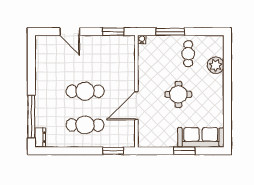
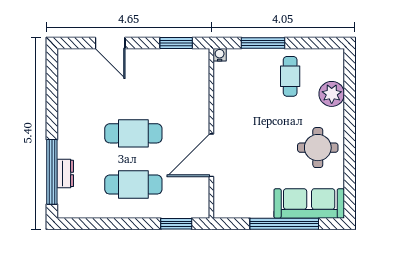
round table: (178, 94) -> (318, 148), moved
dresser: (40, 137) -> (65, 173), moved
window: (184, 151) -> (284, 224), width x2.11

